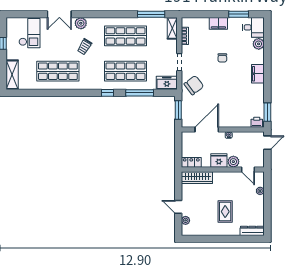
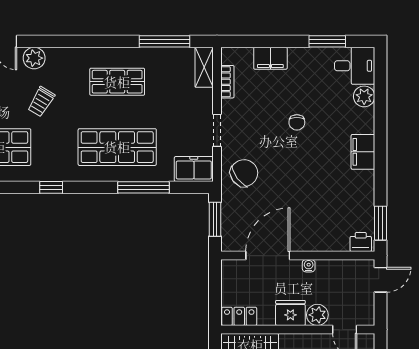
filing cabinet: (218, 23) -> (270, 58), moved
shop shelf: (126, 36) -> (117, 82), width x0.70, depth x0.74
window: (107, 93) -> (51, 187), moved

